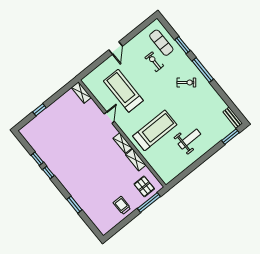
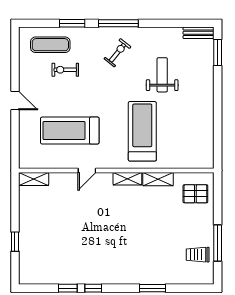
door: (109, 118) -> (87, 171), swing flipped
weight bench: (189, 139) -> (162, 75), moved
window: (149, 203) -> (218, 243), moved
trolley: (122, 205) -> (198, 255), moved

